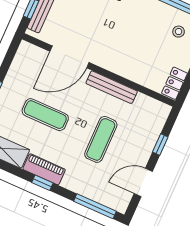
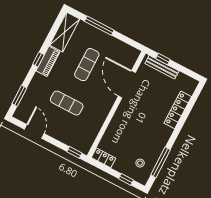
bench: (112, 87) -> (103, 113), removed
window: (160, 145) -> (74, 152), moved
window: (95, 206) -> (19, 96), width x0.69

